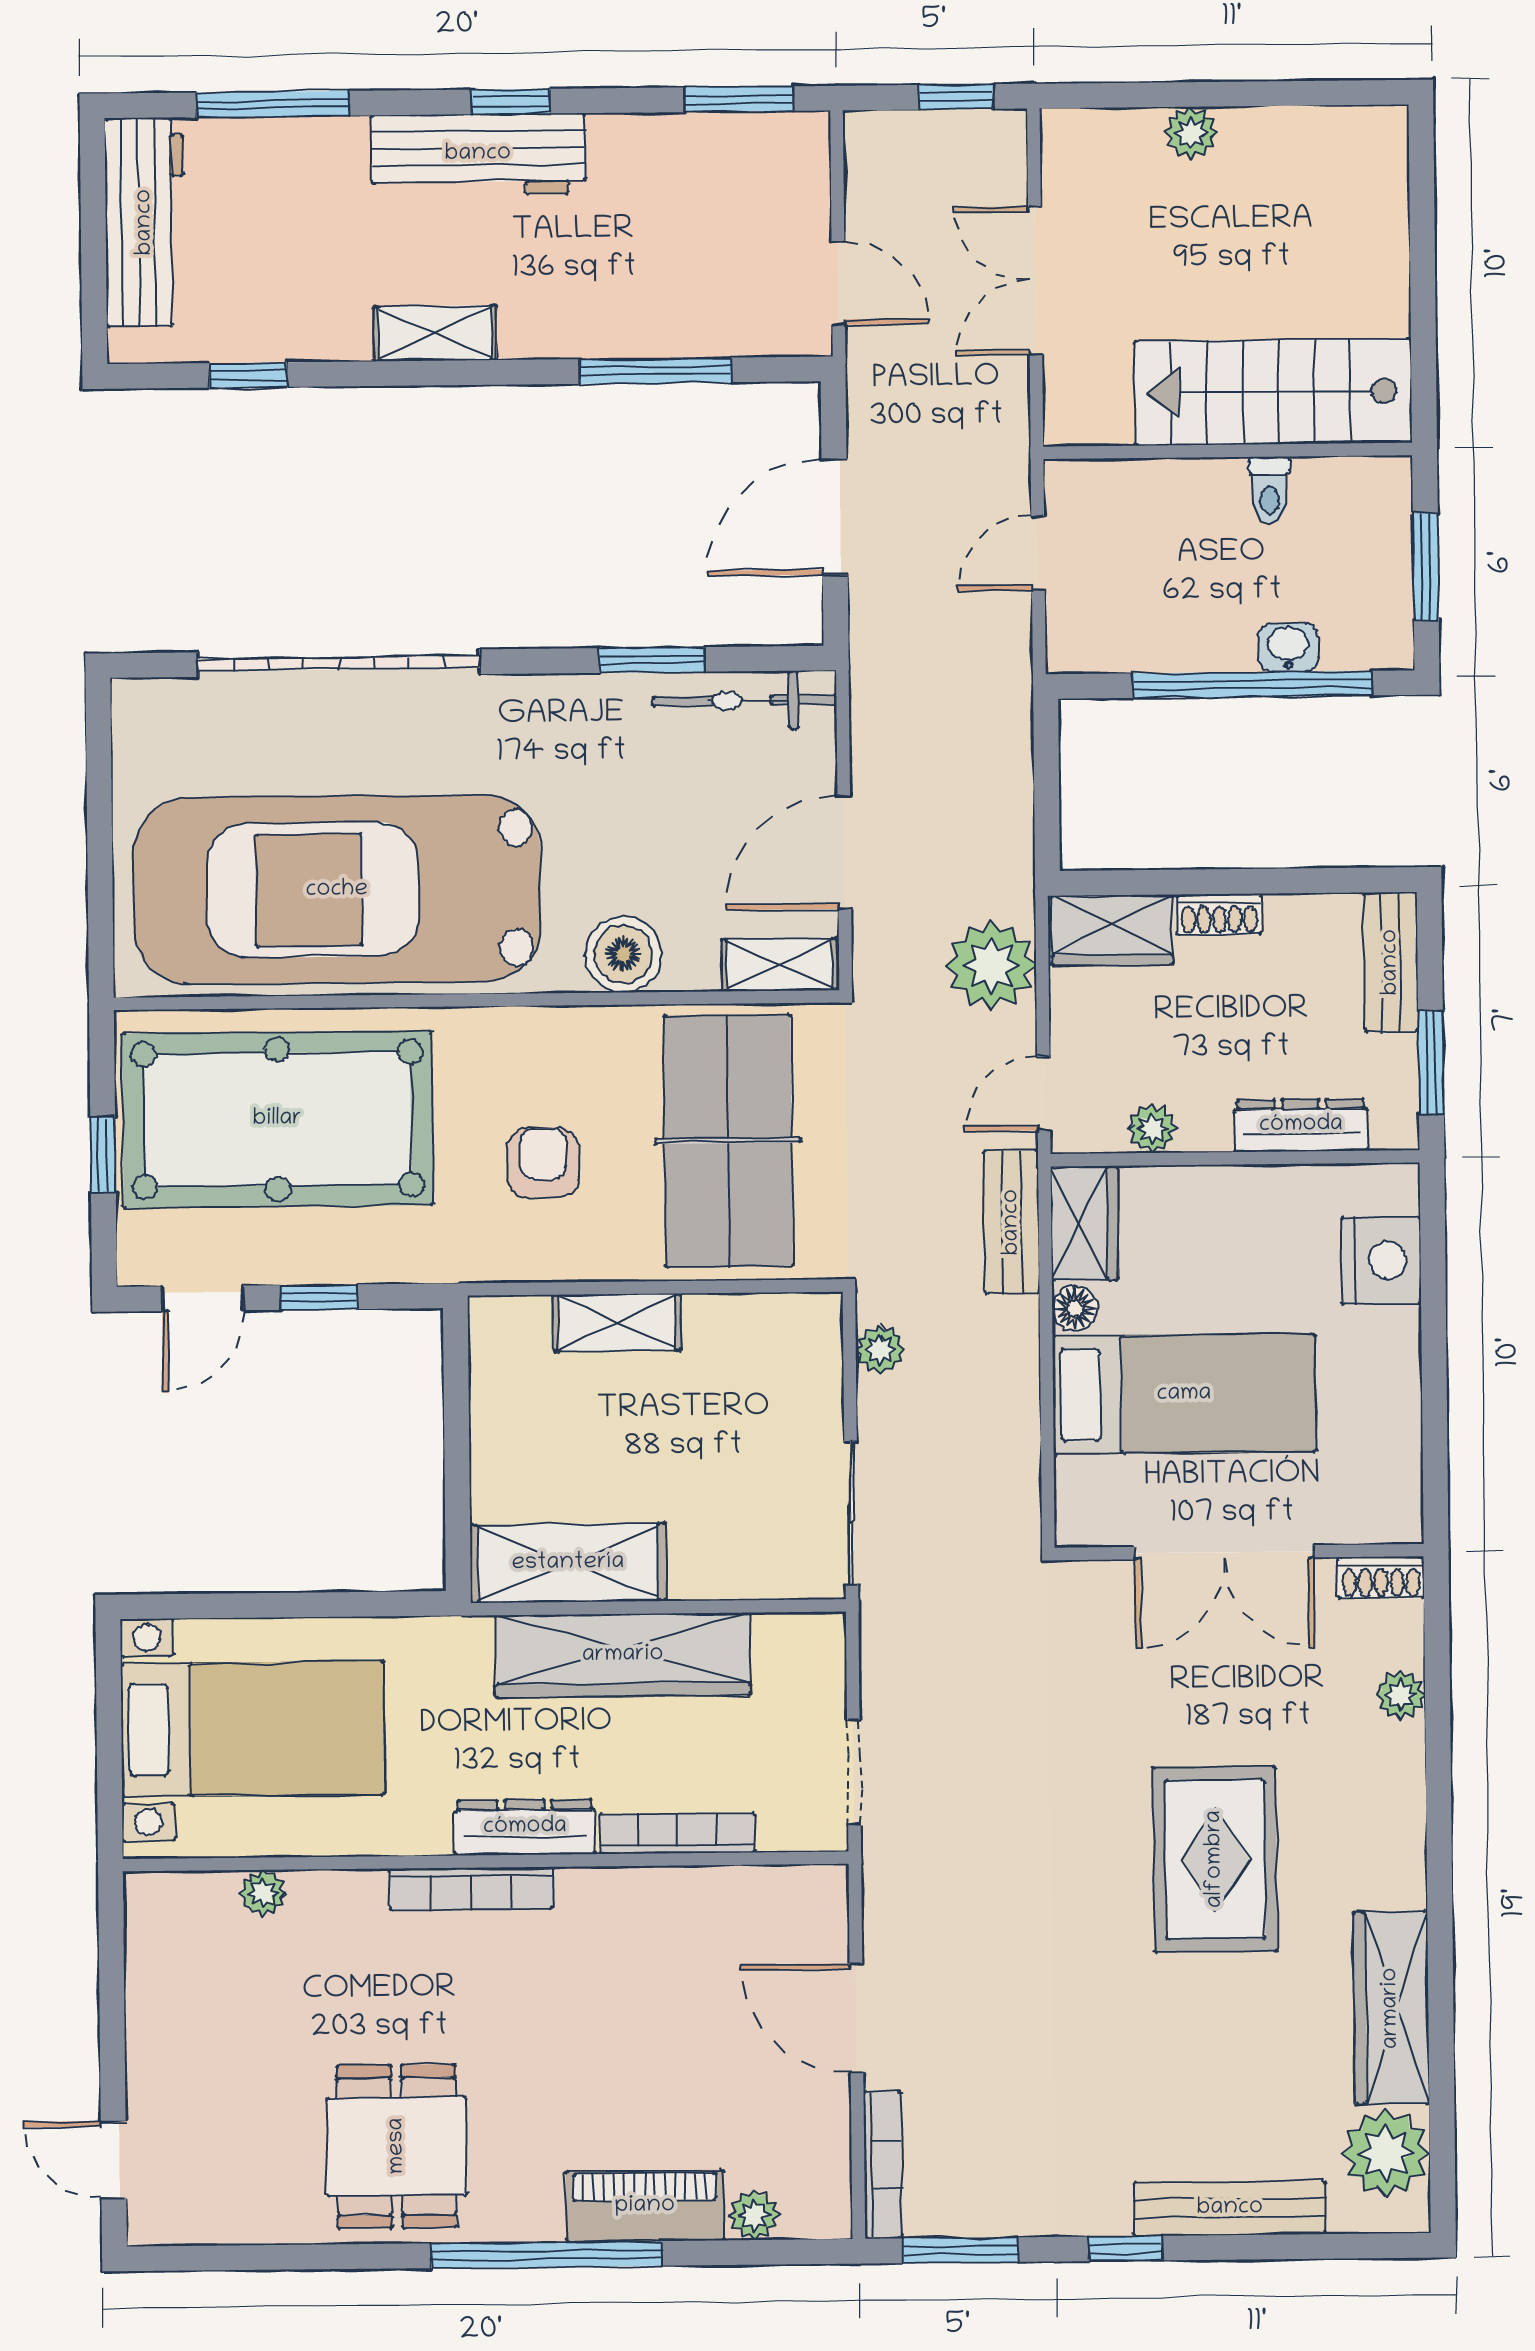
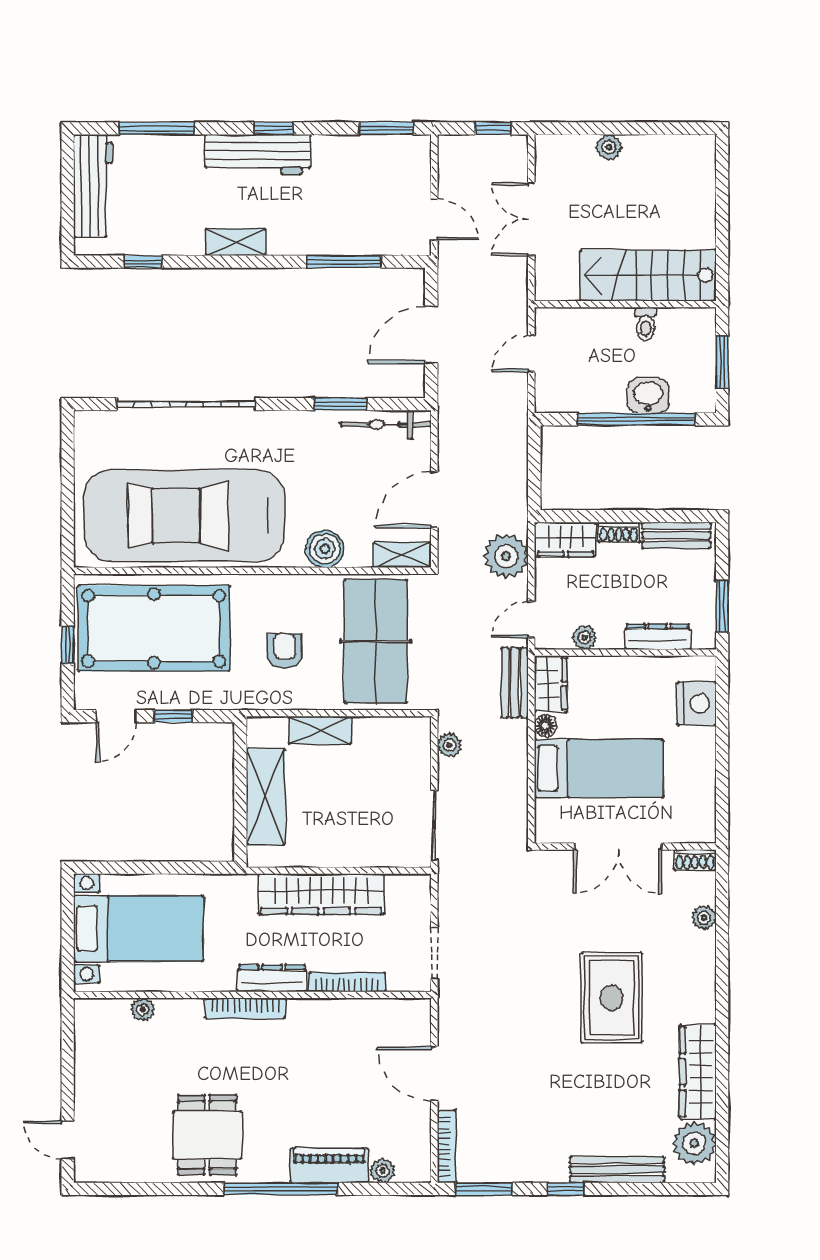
washbasin: (1288, 647) -> (648, 396), width x1.38, depth x1.45
bench: (1391, 962) -> (676, 535), moved, turned 90
shelving: (568, 1563) -> (266, 797), moved, turned 90

